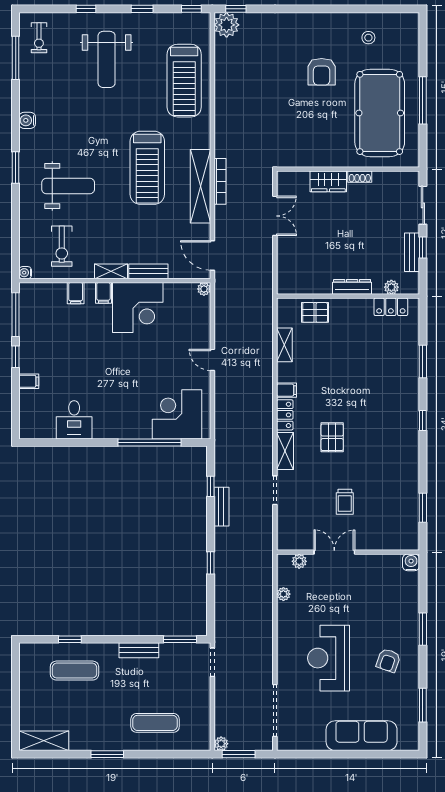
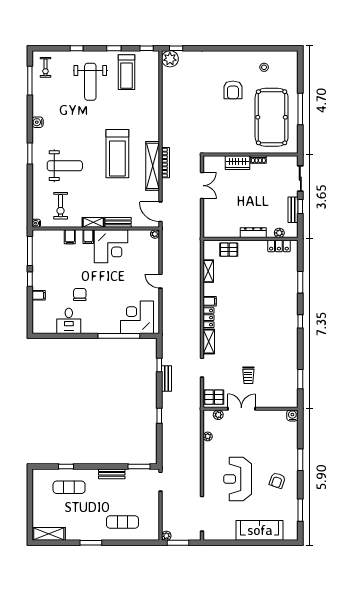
treadmill: (184, 81) -> (126, 72), moved, width x0.73, depth x0.73
chair: (91, 380) -> (80, 294), added
pallet: (332, 437) -> (214, 397), moved, turned 90

